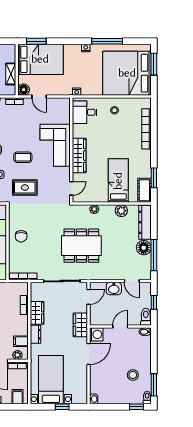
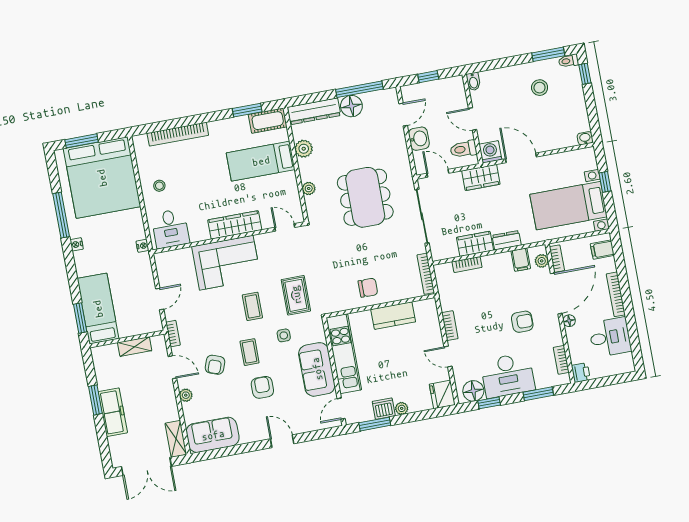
bed: (40, 59) -> (98, 309), width x0.67
floor lamp: (24, 90) -> (154, 324), removed
toilet: (146, 317) -> (463, 149), moved

